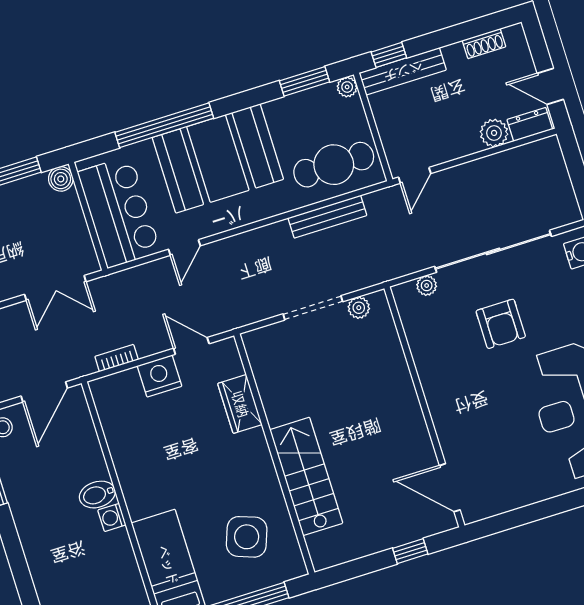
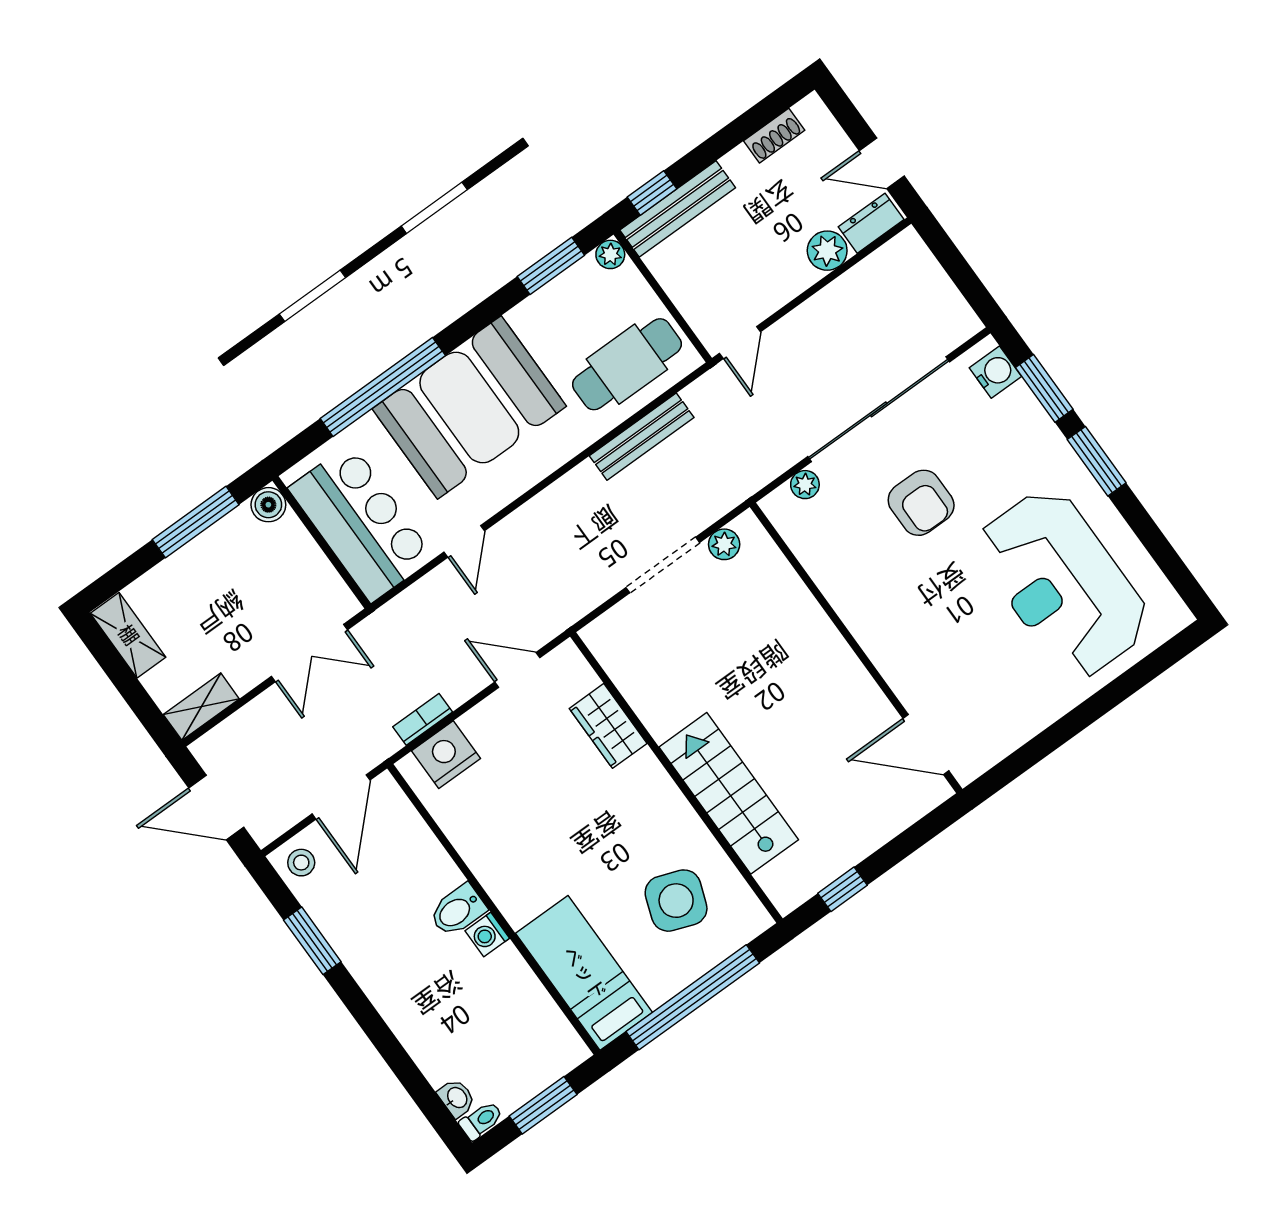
nightstand: (160, 376) -> (446, 755), moved
window: (410, 551) -> (842, 889), moved

